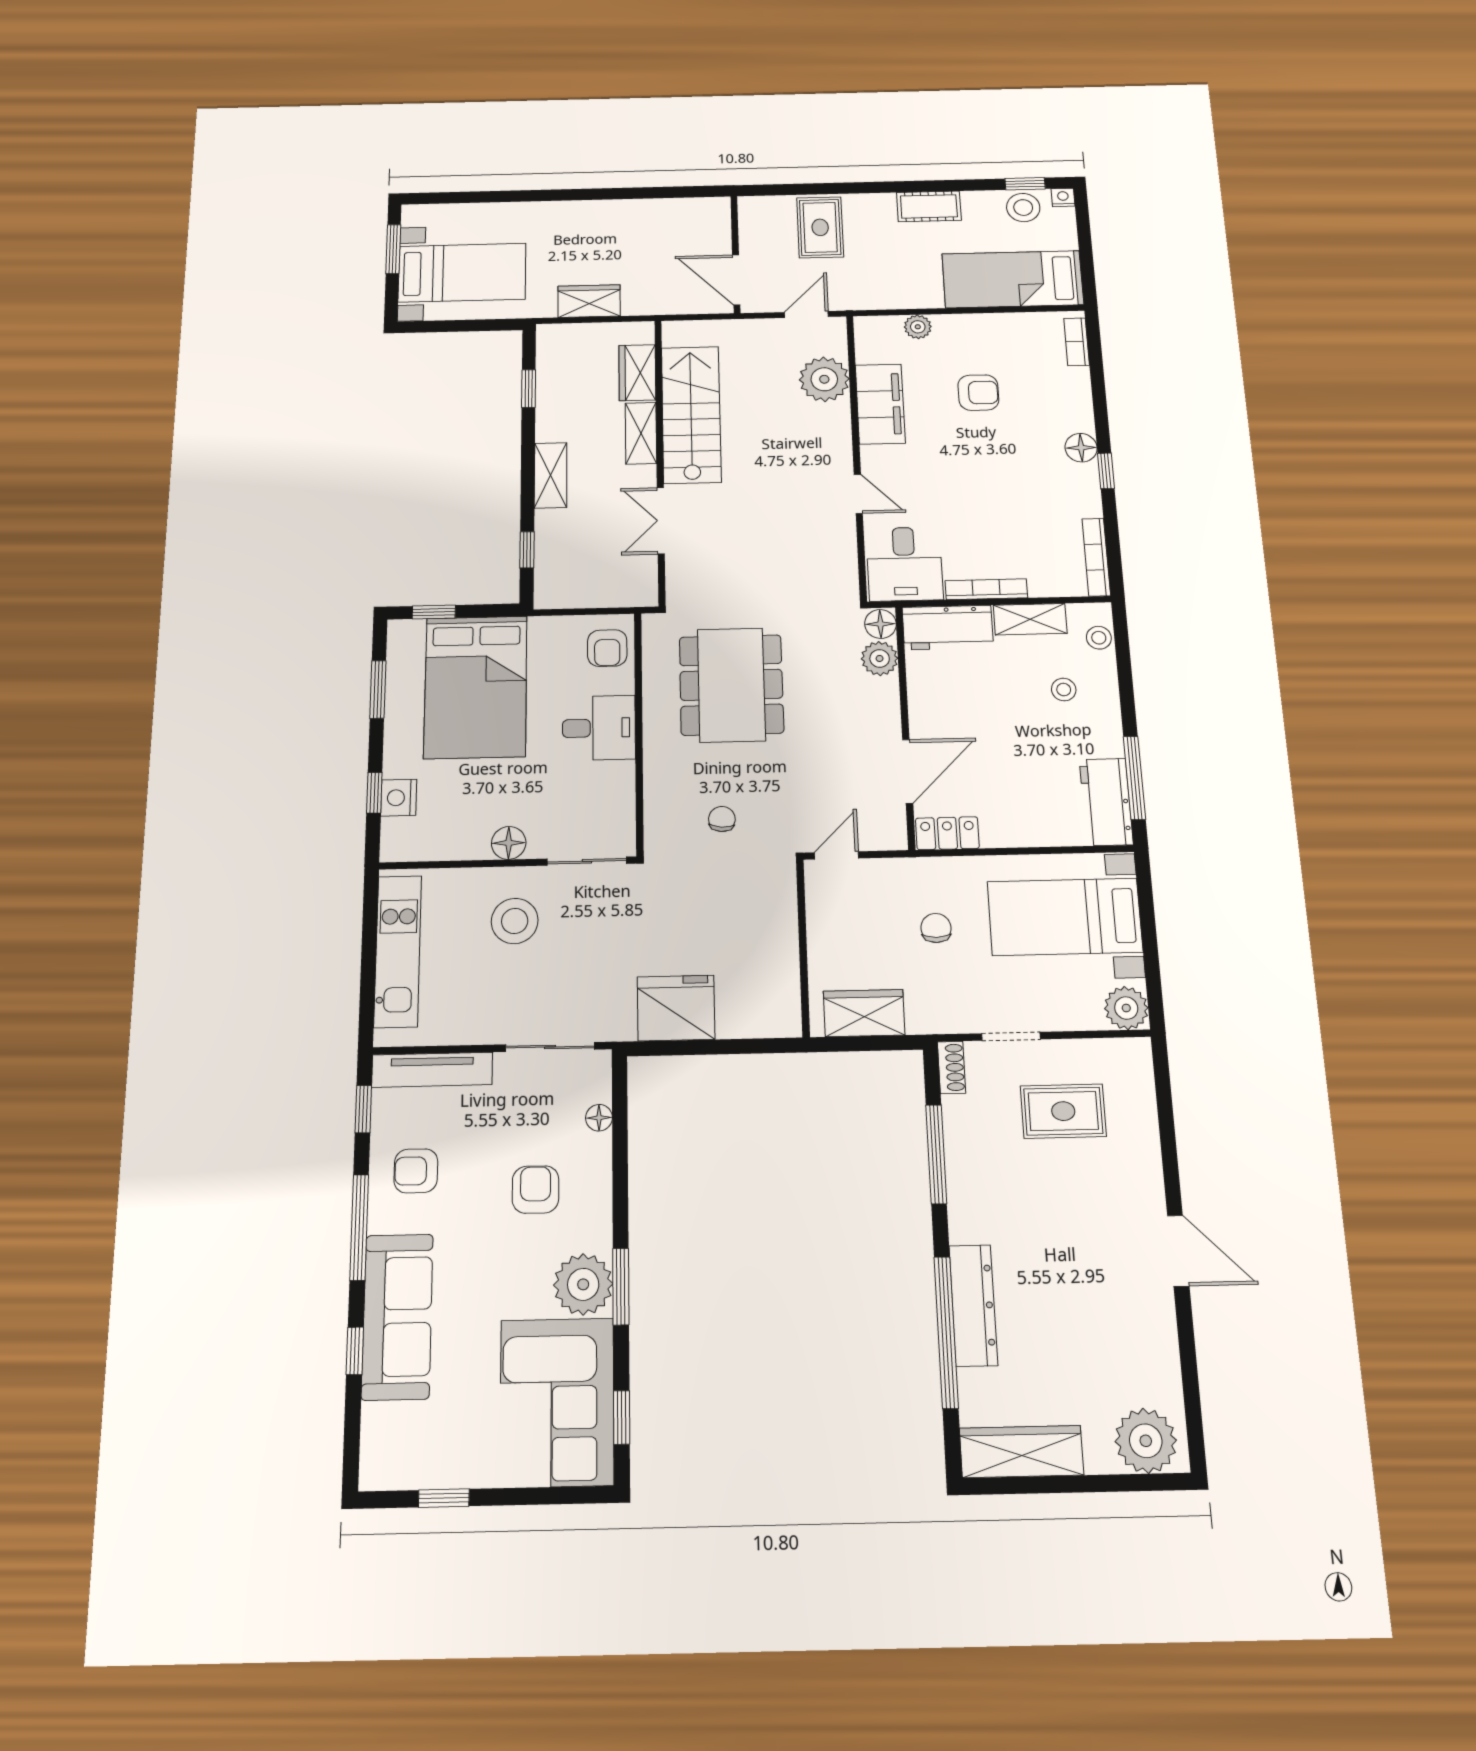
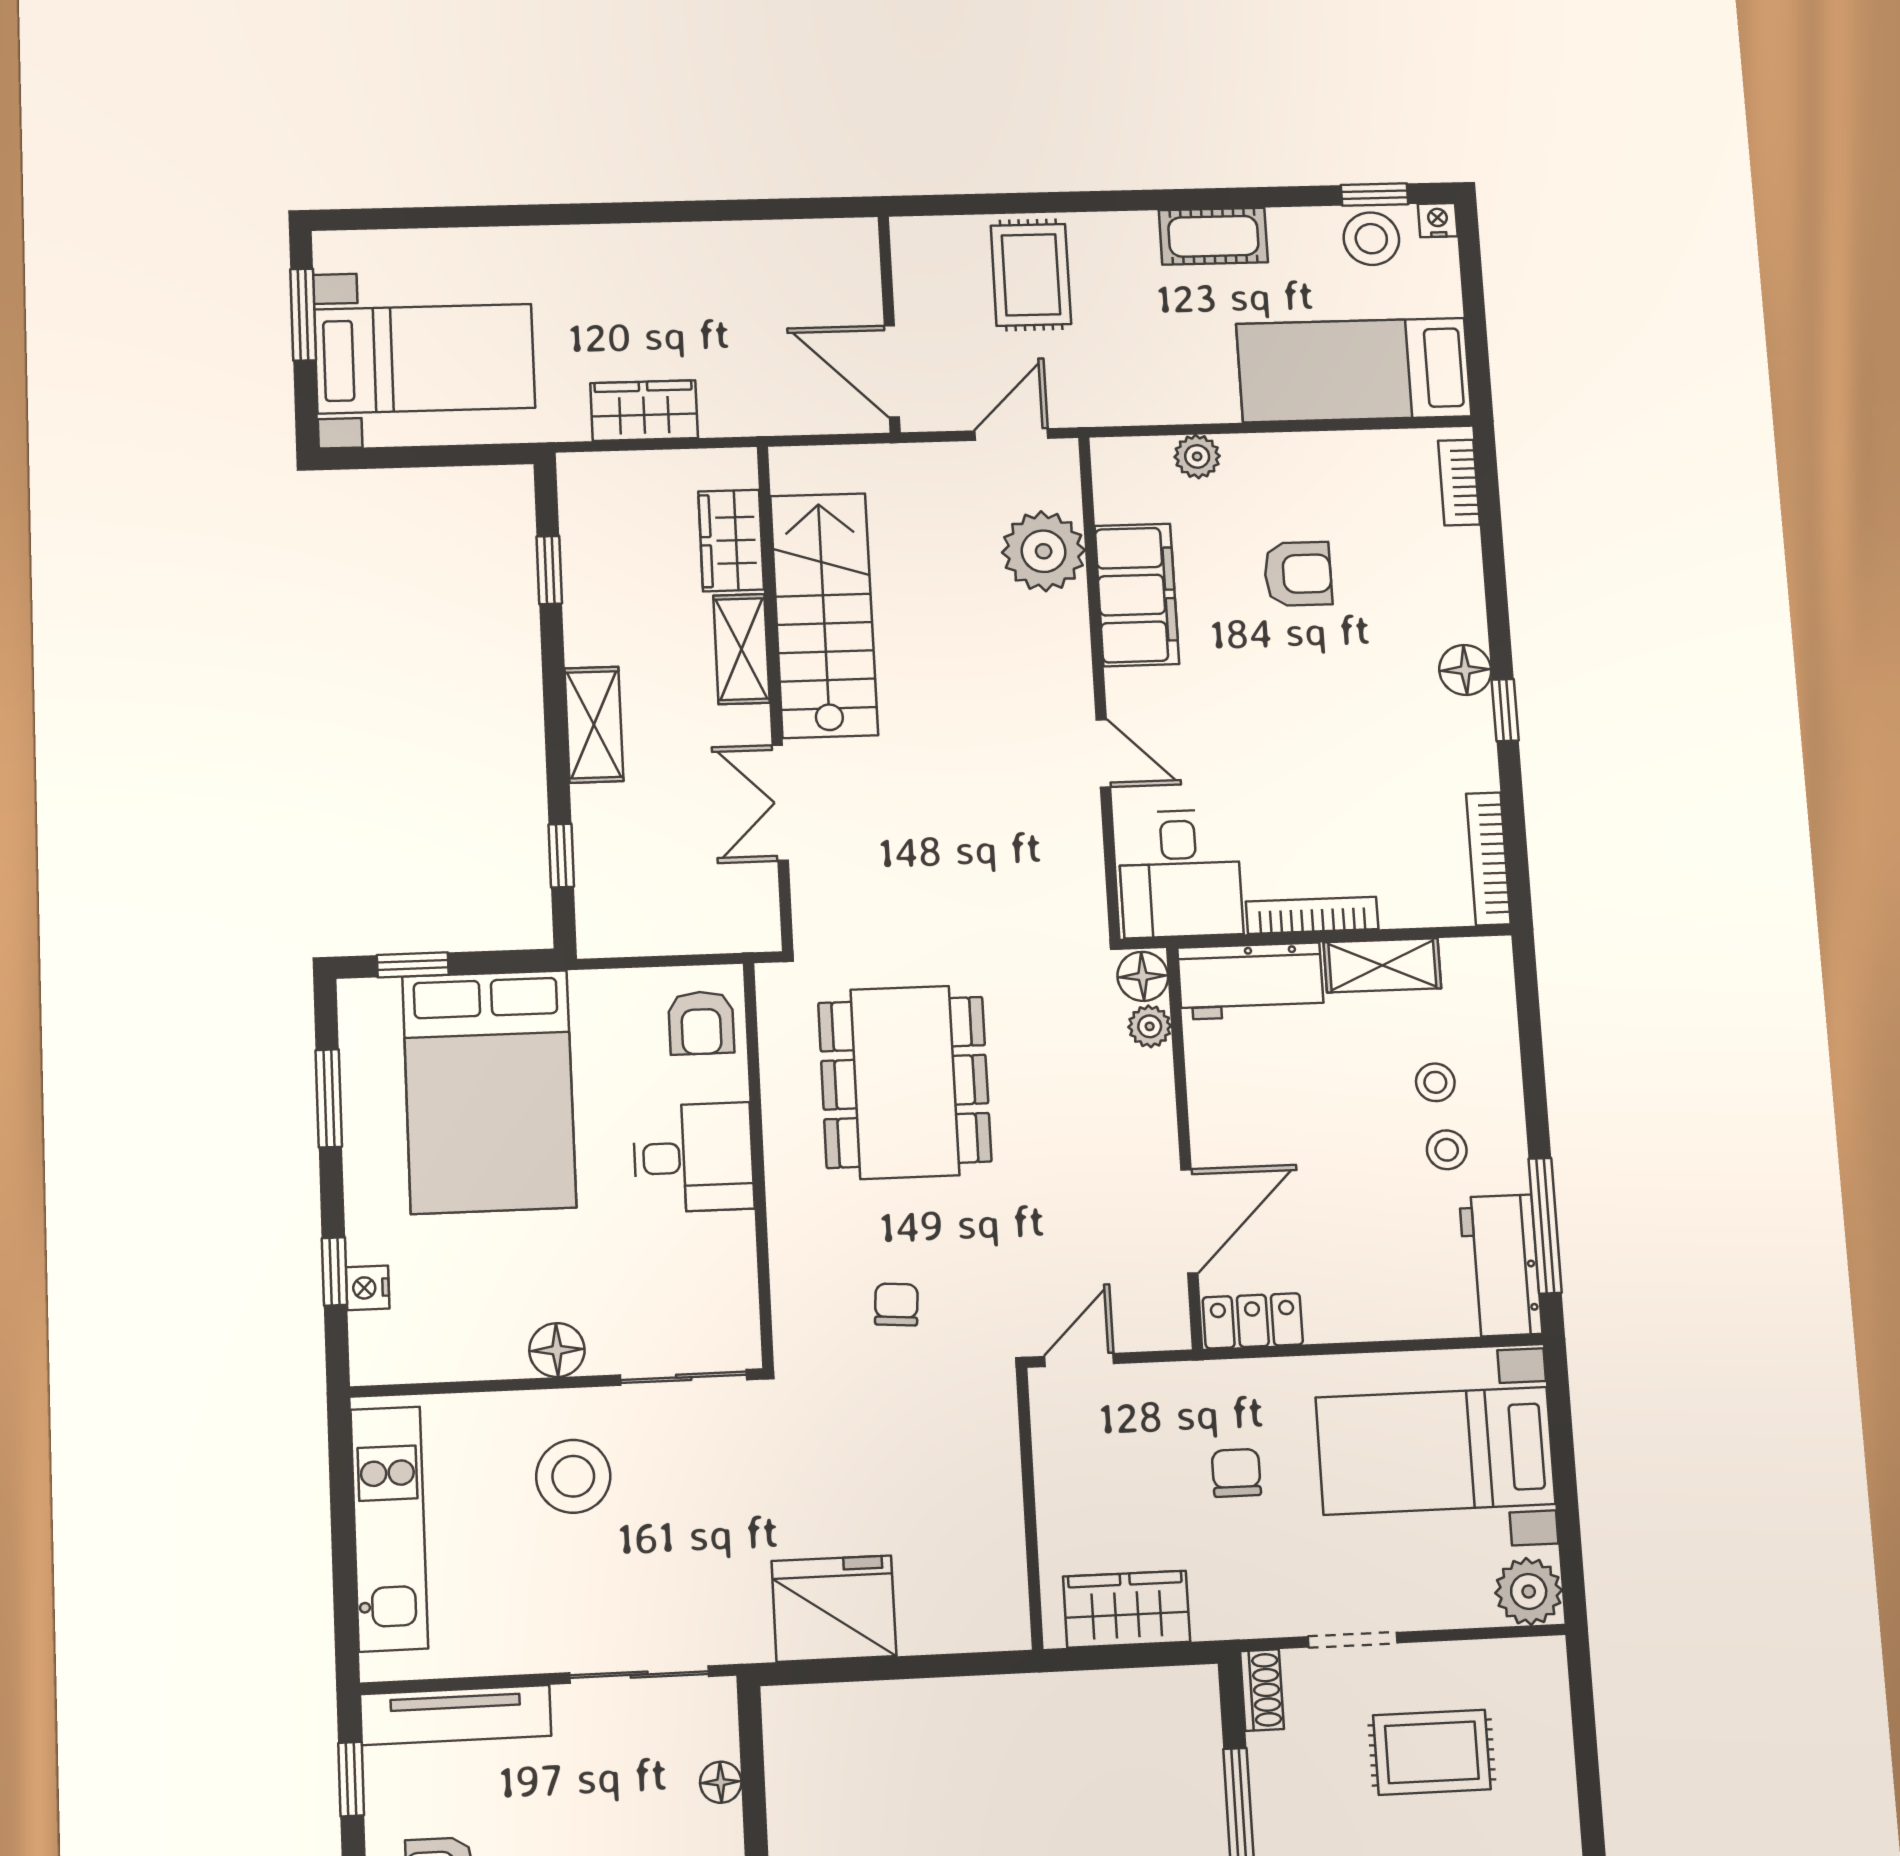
stool: (1099, 638) -> (1447, 1150), moved
plant: (880, 658) -> (1150, 1026), width x0.73, depth x0.73
nightstand: (399, 798) -> (368, 1288), width x0.72, depth x0.74

